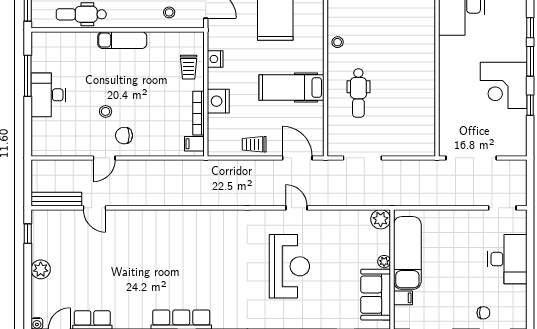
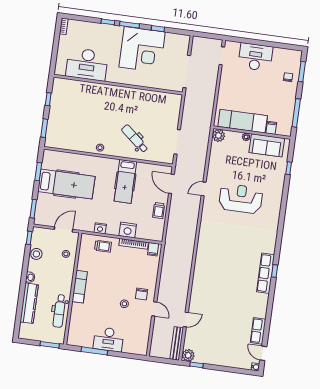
corner desk: (504, 85) -> (142, 50), width x1.36, depth x1.36
dental chair: (358, 93) -> (135, 139), turned -140
door: (297, 158) -> (171, 184), hinge flipped
plant: (41, 269) -> (188, 355), moved

